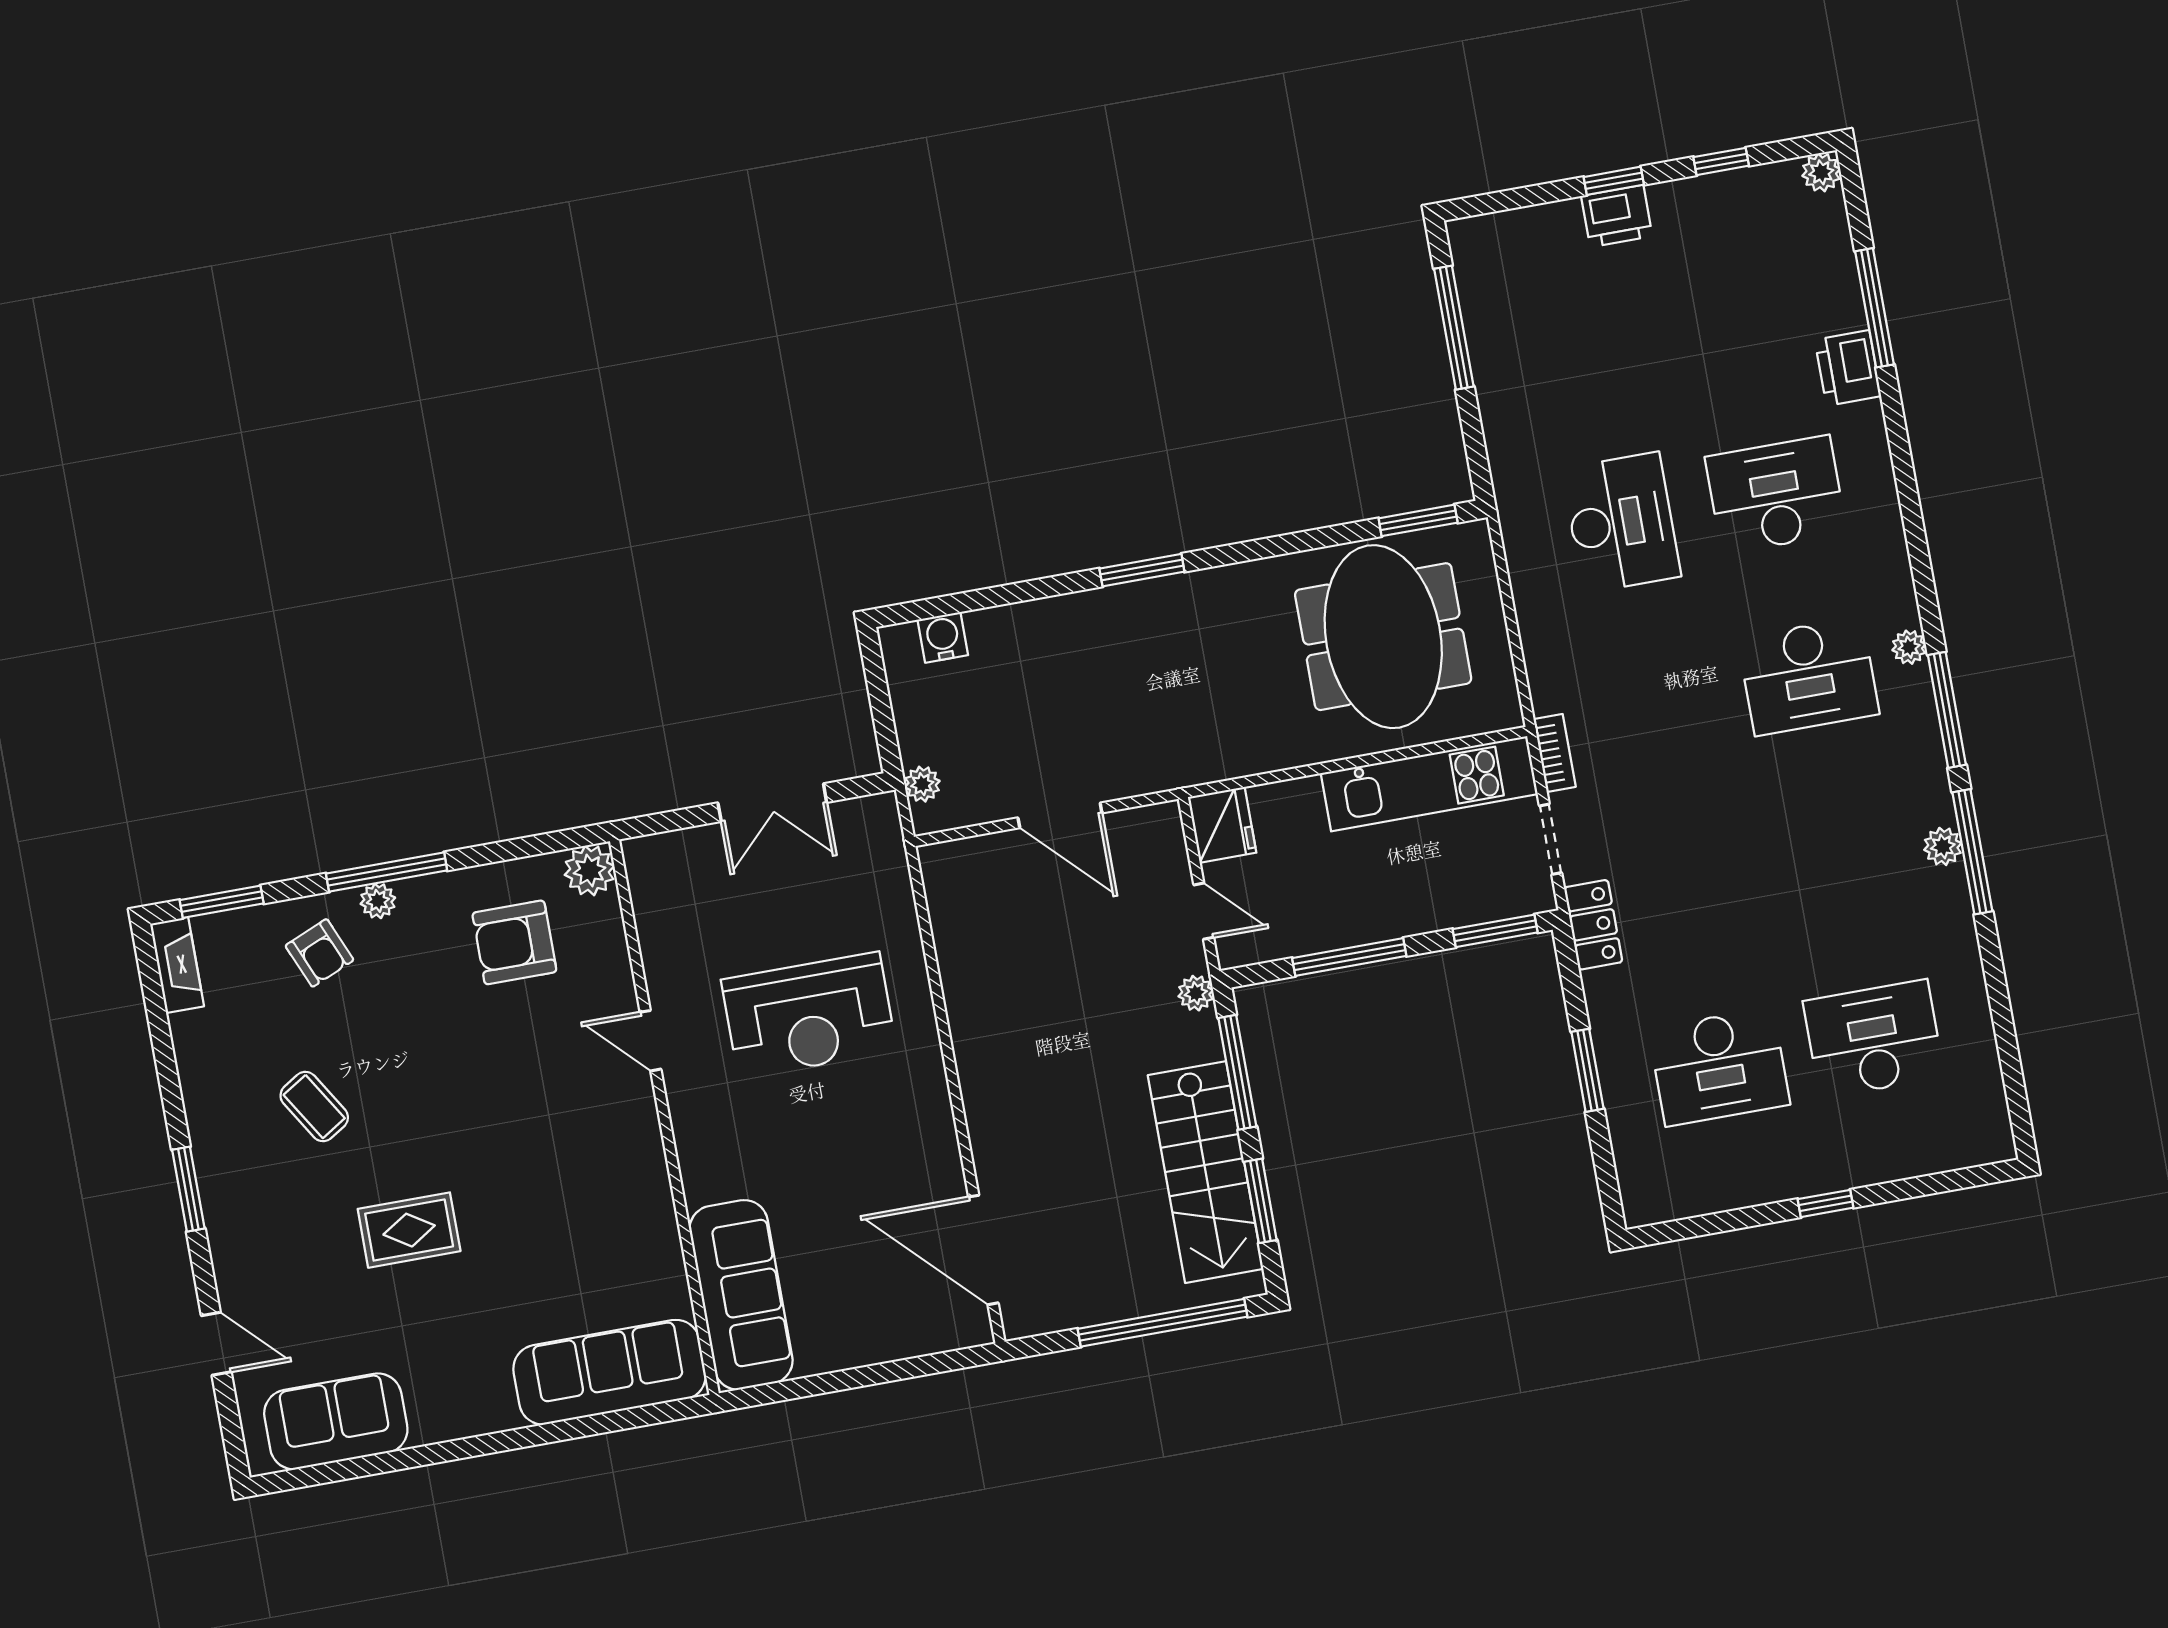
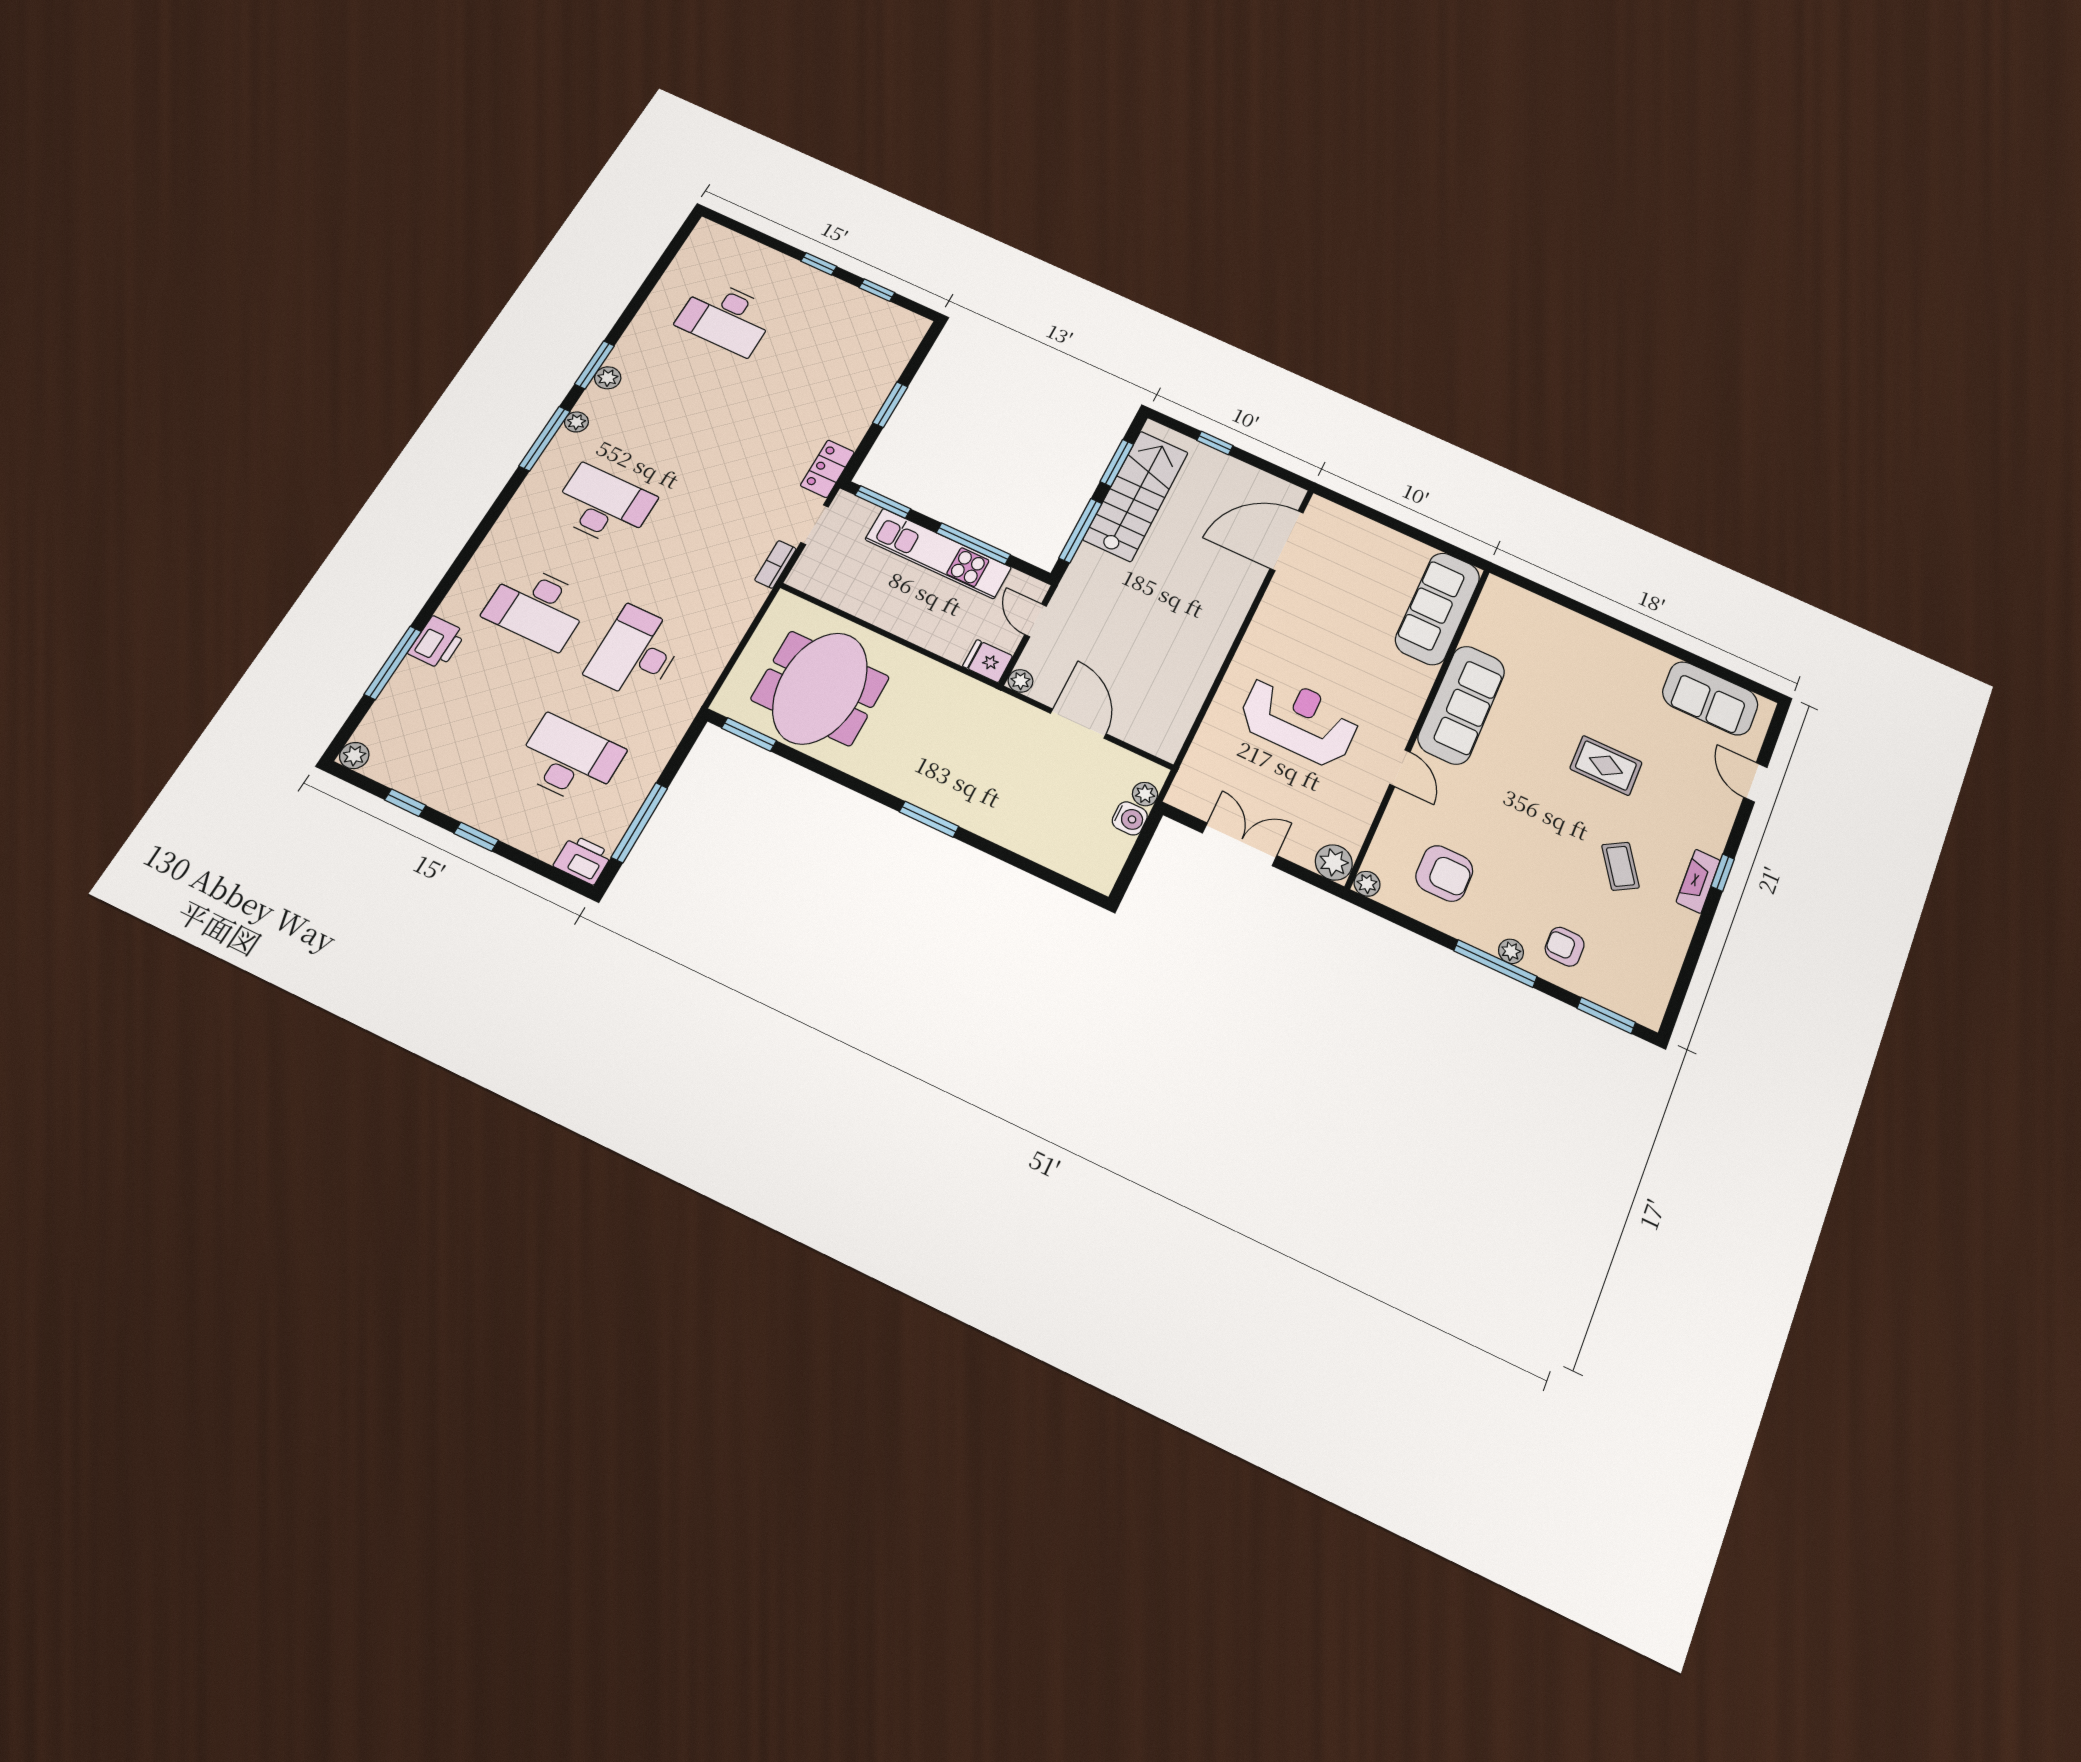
printer: (1617, 216) -> (583, 860), moved
water cooler: (943, 637) -> (1130, 818), moved, turned -90
plant: (1909, 647) -> (576, 422), moved
kitchen unit: (1429, 784) -> (938, 553), moved, turned 180
fridge: (1222, 825) -> (988, 661), width x0.72
window: (1972, 852) -> (594, 365), width x0.69
plant: (650, 861) -> (1334, 862), added
plant: (590, 870) -> (1367, 884), width x0.73, depth x0.73
armchair: (319, 953) -> (1565, 947), turned -67
fireplace: (177, 965) -> (1698, 881), moved
plant: (1196, 993) -> (1020, 681), moved
desk: (1719, 1067) -> (569, 760), moved
window: (188, 1189) -> (1723, 873), width x0.67
window: (1727, 1221) -> (877, 290), added
door: (983, 1250) -> (1287, 541), swing flipped
window: (1163, 1323) -> (1215, 443), width x0.32
sofa: (610, 1372) -> (1461, 705), moved, turned -90

